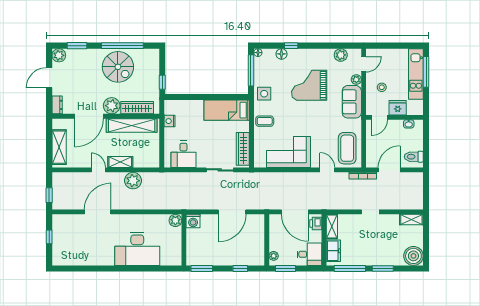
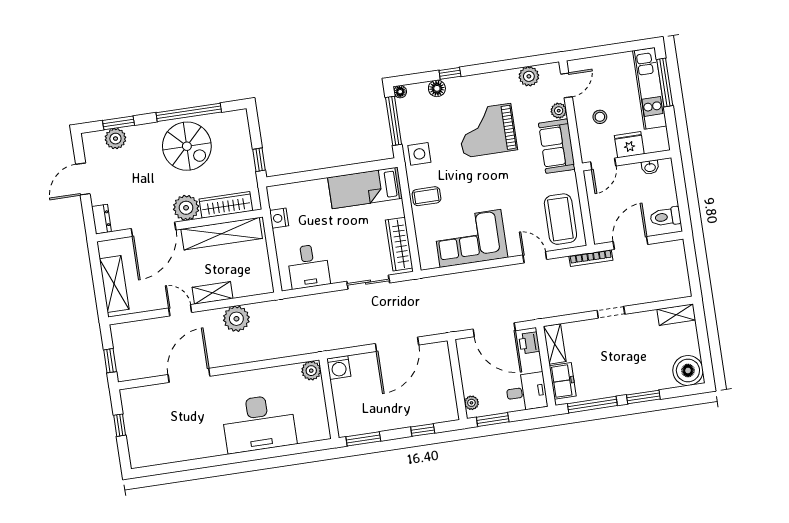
plant: (59, 55) -> (115, 139), moved

